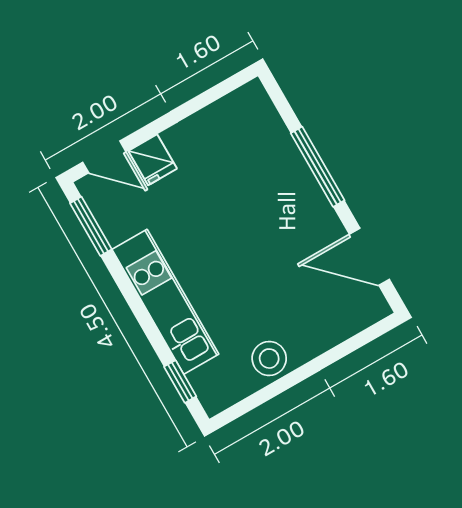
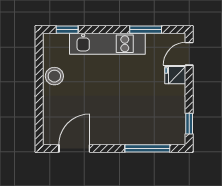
window: (220, 91) -> (189, 124), added
window: (318, 167) -> (147, 148), moved
window: (91, 226) -> (146, 30), moved

